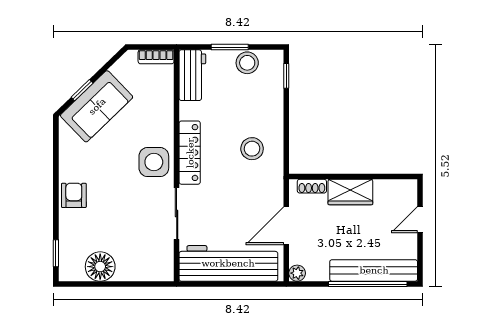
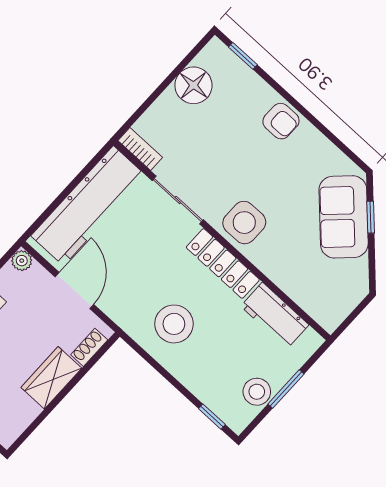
bookcase: (156, 57) -> (140, 149), moved, turned 90
workbench: (192, 75) -> (275, 316), moved
stool: (252, 149) -> (174, 324), width x1.38, depth x1.38

